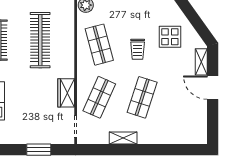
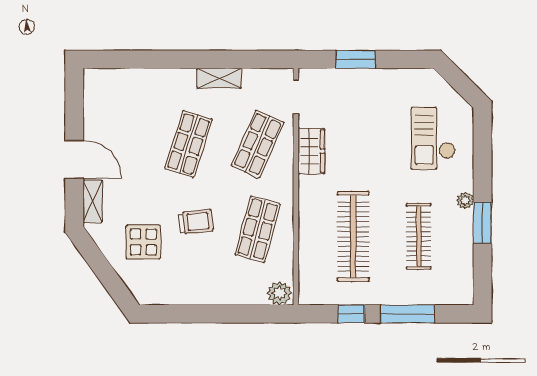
shop shelf: (99, 45) -> (258, 229), turned 30
trolley: (138, 49) -> (196, 222), turned 84

